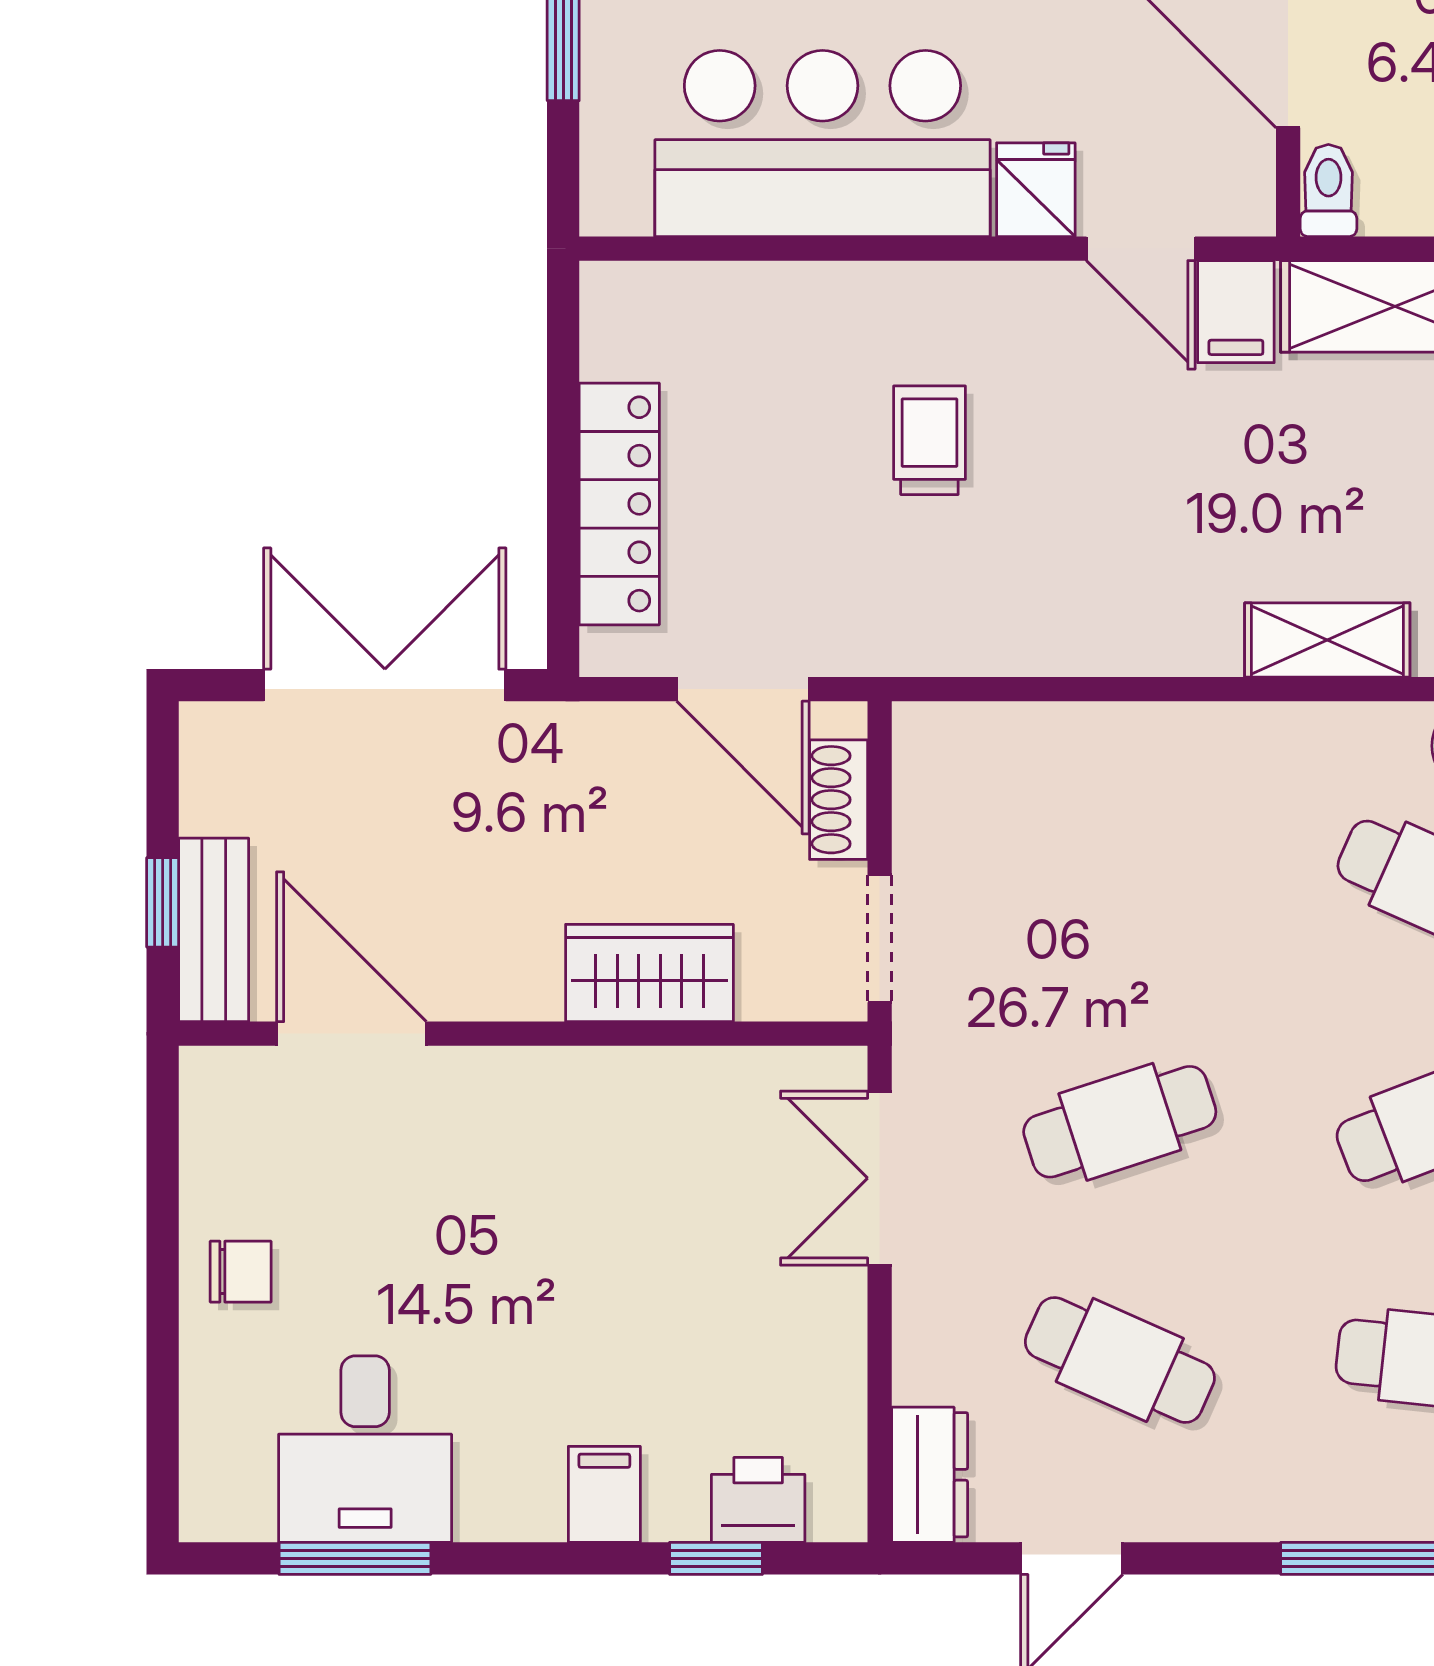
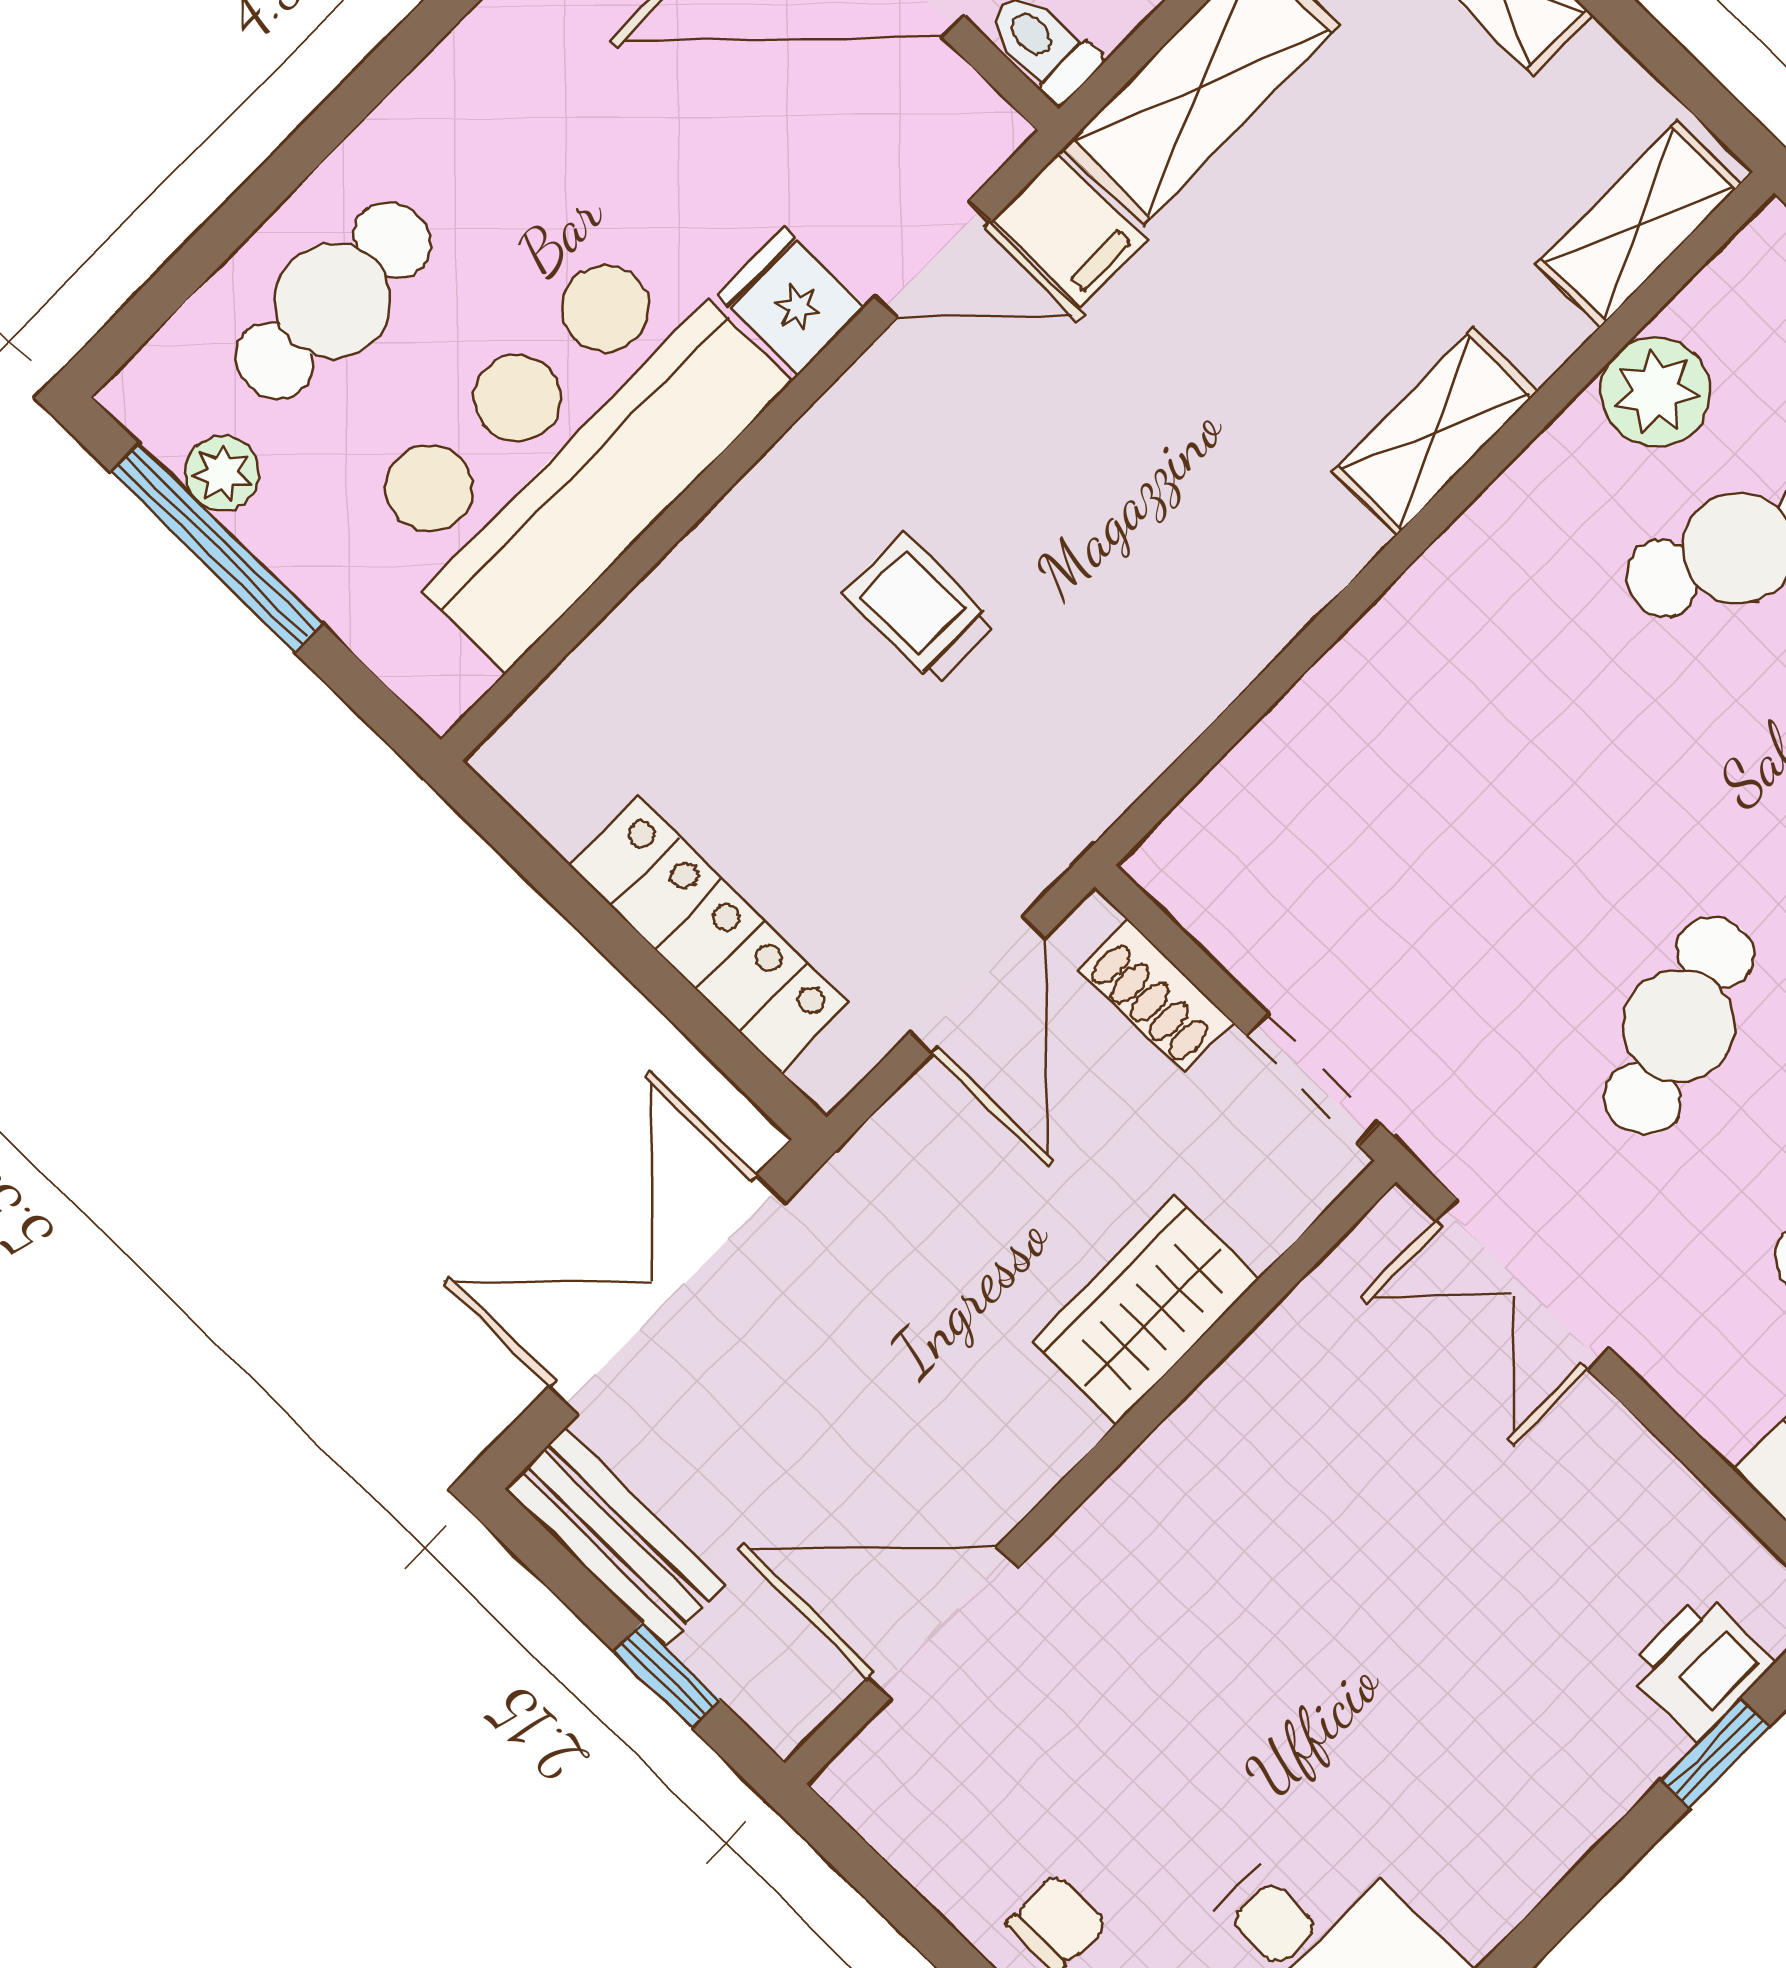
door: (743, 689) -> (977, 985), hinge flipped
bench: (214, 930) -> (615, 1537), moved
filing cabinet: (604, 1494) -> (1563, 1796), removed

